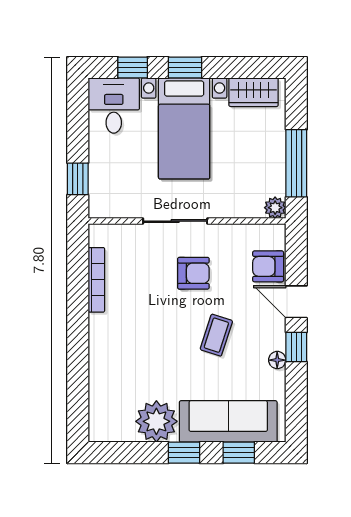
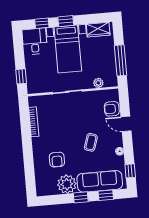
plant: (275, 208) -> (98, 83), moved
armchair: (193, 273) -> (57, 160), moved, turned 90
window: (296, 347) -> (130, 171), moved

